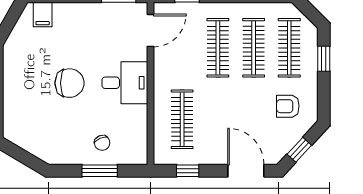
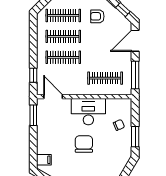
desk: (125, 83) -> (88, 112), width x1.37
armchair: (288, 106) -> (97, 16), turned 90
window: (100, 171) -> (135, 137), moved
window: (188, 171) -> (135, 75), width x2.17

